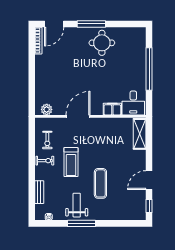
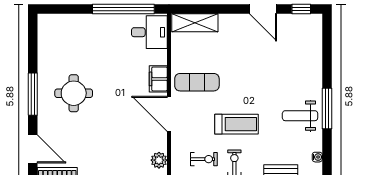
round table: (102, 43) -> (74, 93), moved
window: (149, 69) -> (123, 9), moved
filing cabinet: (112, 109) -> (158, 79), moved
exercise mat: (100, 183) -> (197, 82), moved

